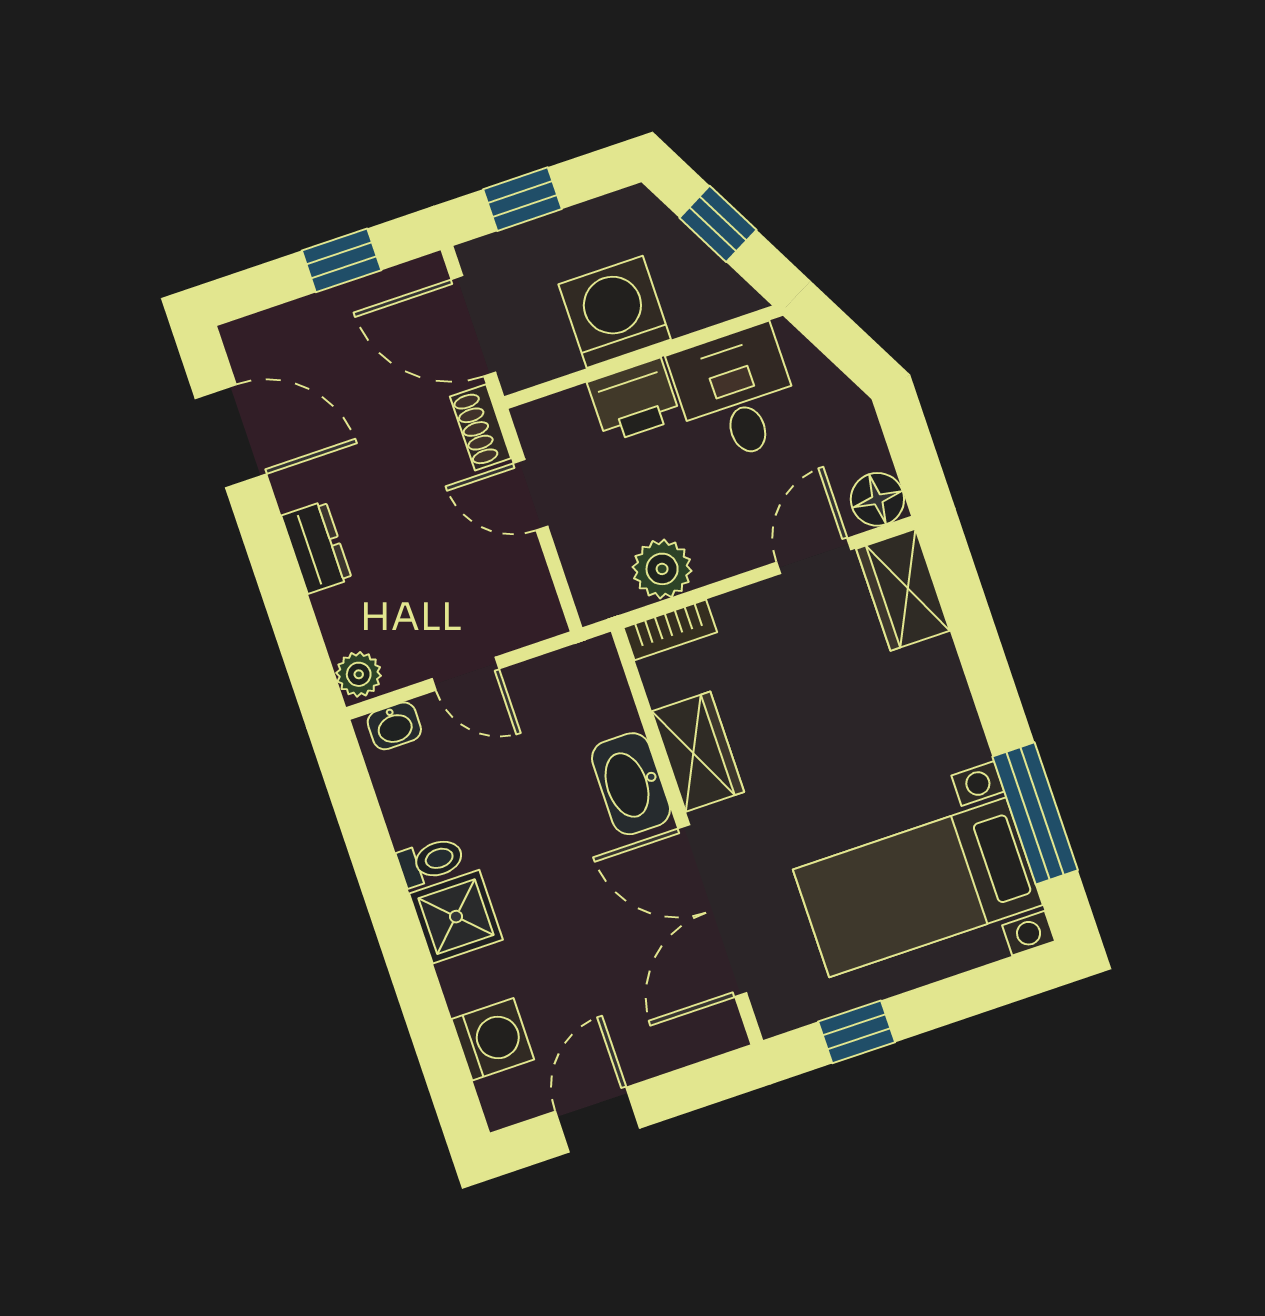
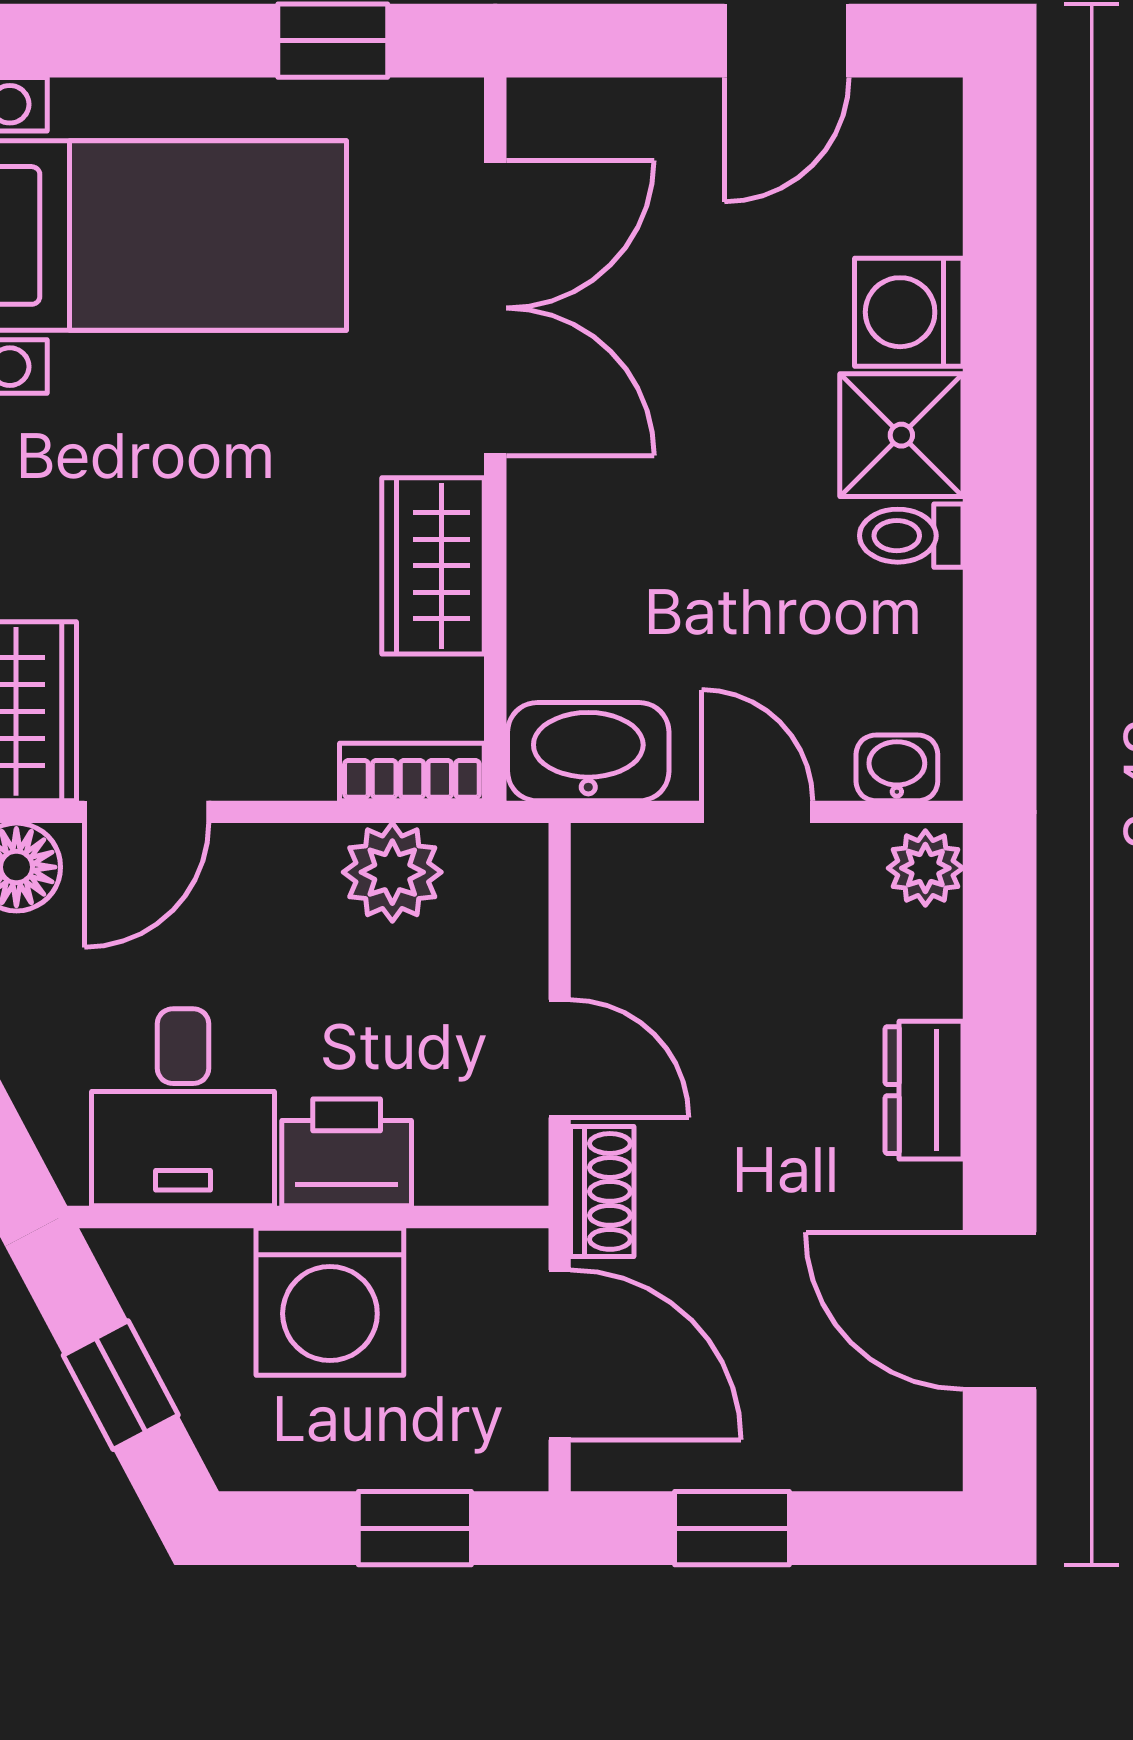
washbasin: (631, 784) -> (588, 752), moved, turned -90
washing machine: (493, 1039) -> (909, 312), moved

